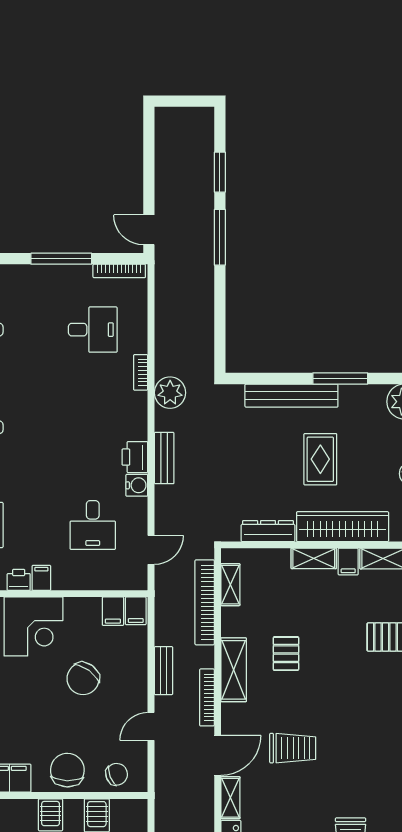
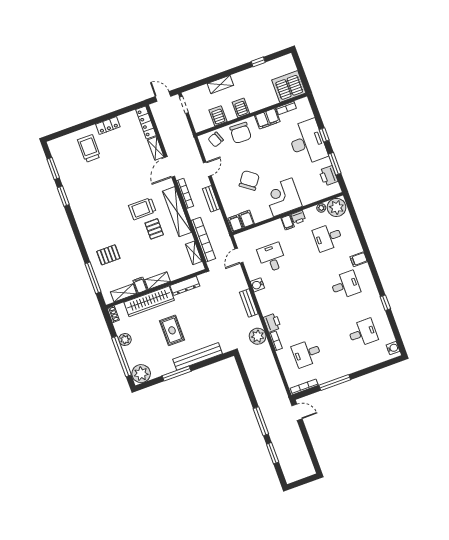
printer: (135, 457) -> (272, 323), moved
shelving: (234, 670) -> (177, 212), width x1.47
trolley: (293, 748) -> (142, 209), moved

